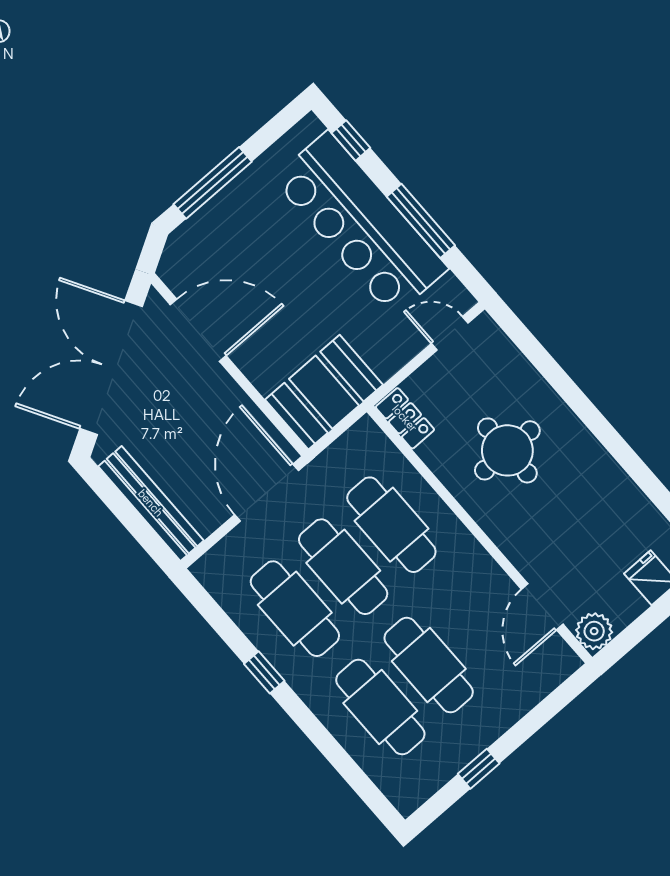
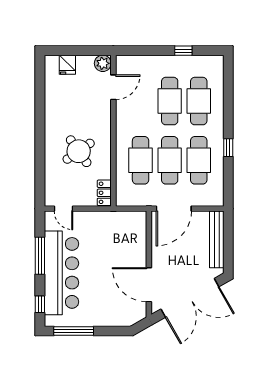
window: (213, 183) -> (74, 331), moved
booth: (324, 392) -> (124, 226), removed
round table: (507, 450) -> (79, 151), turned -35

